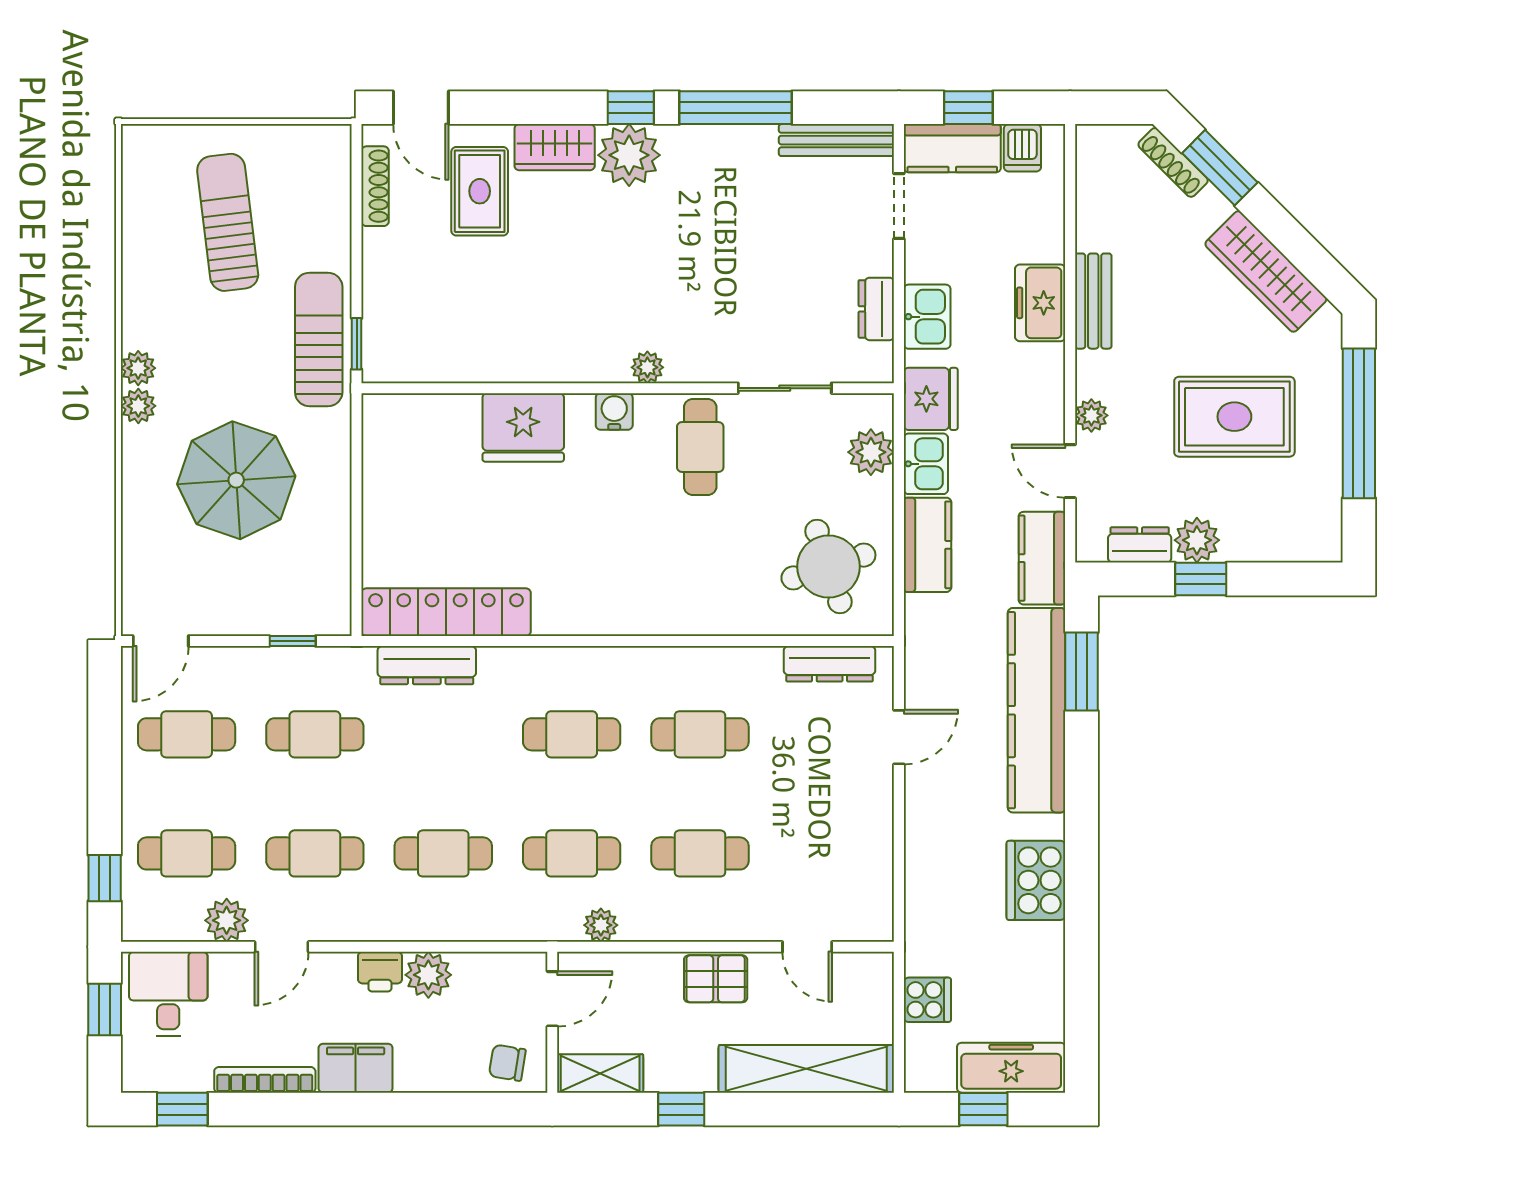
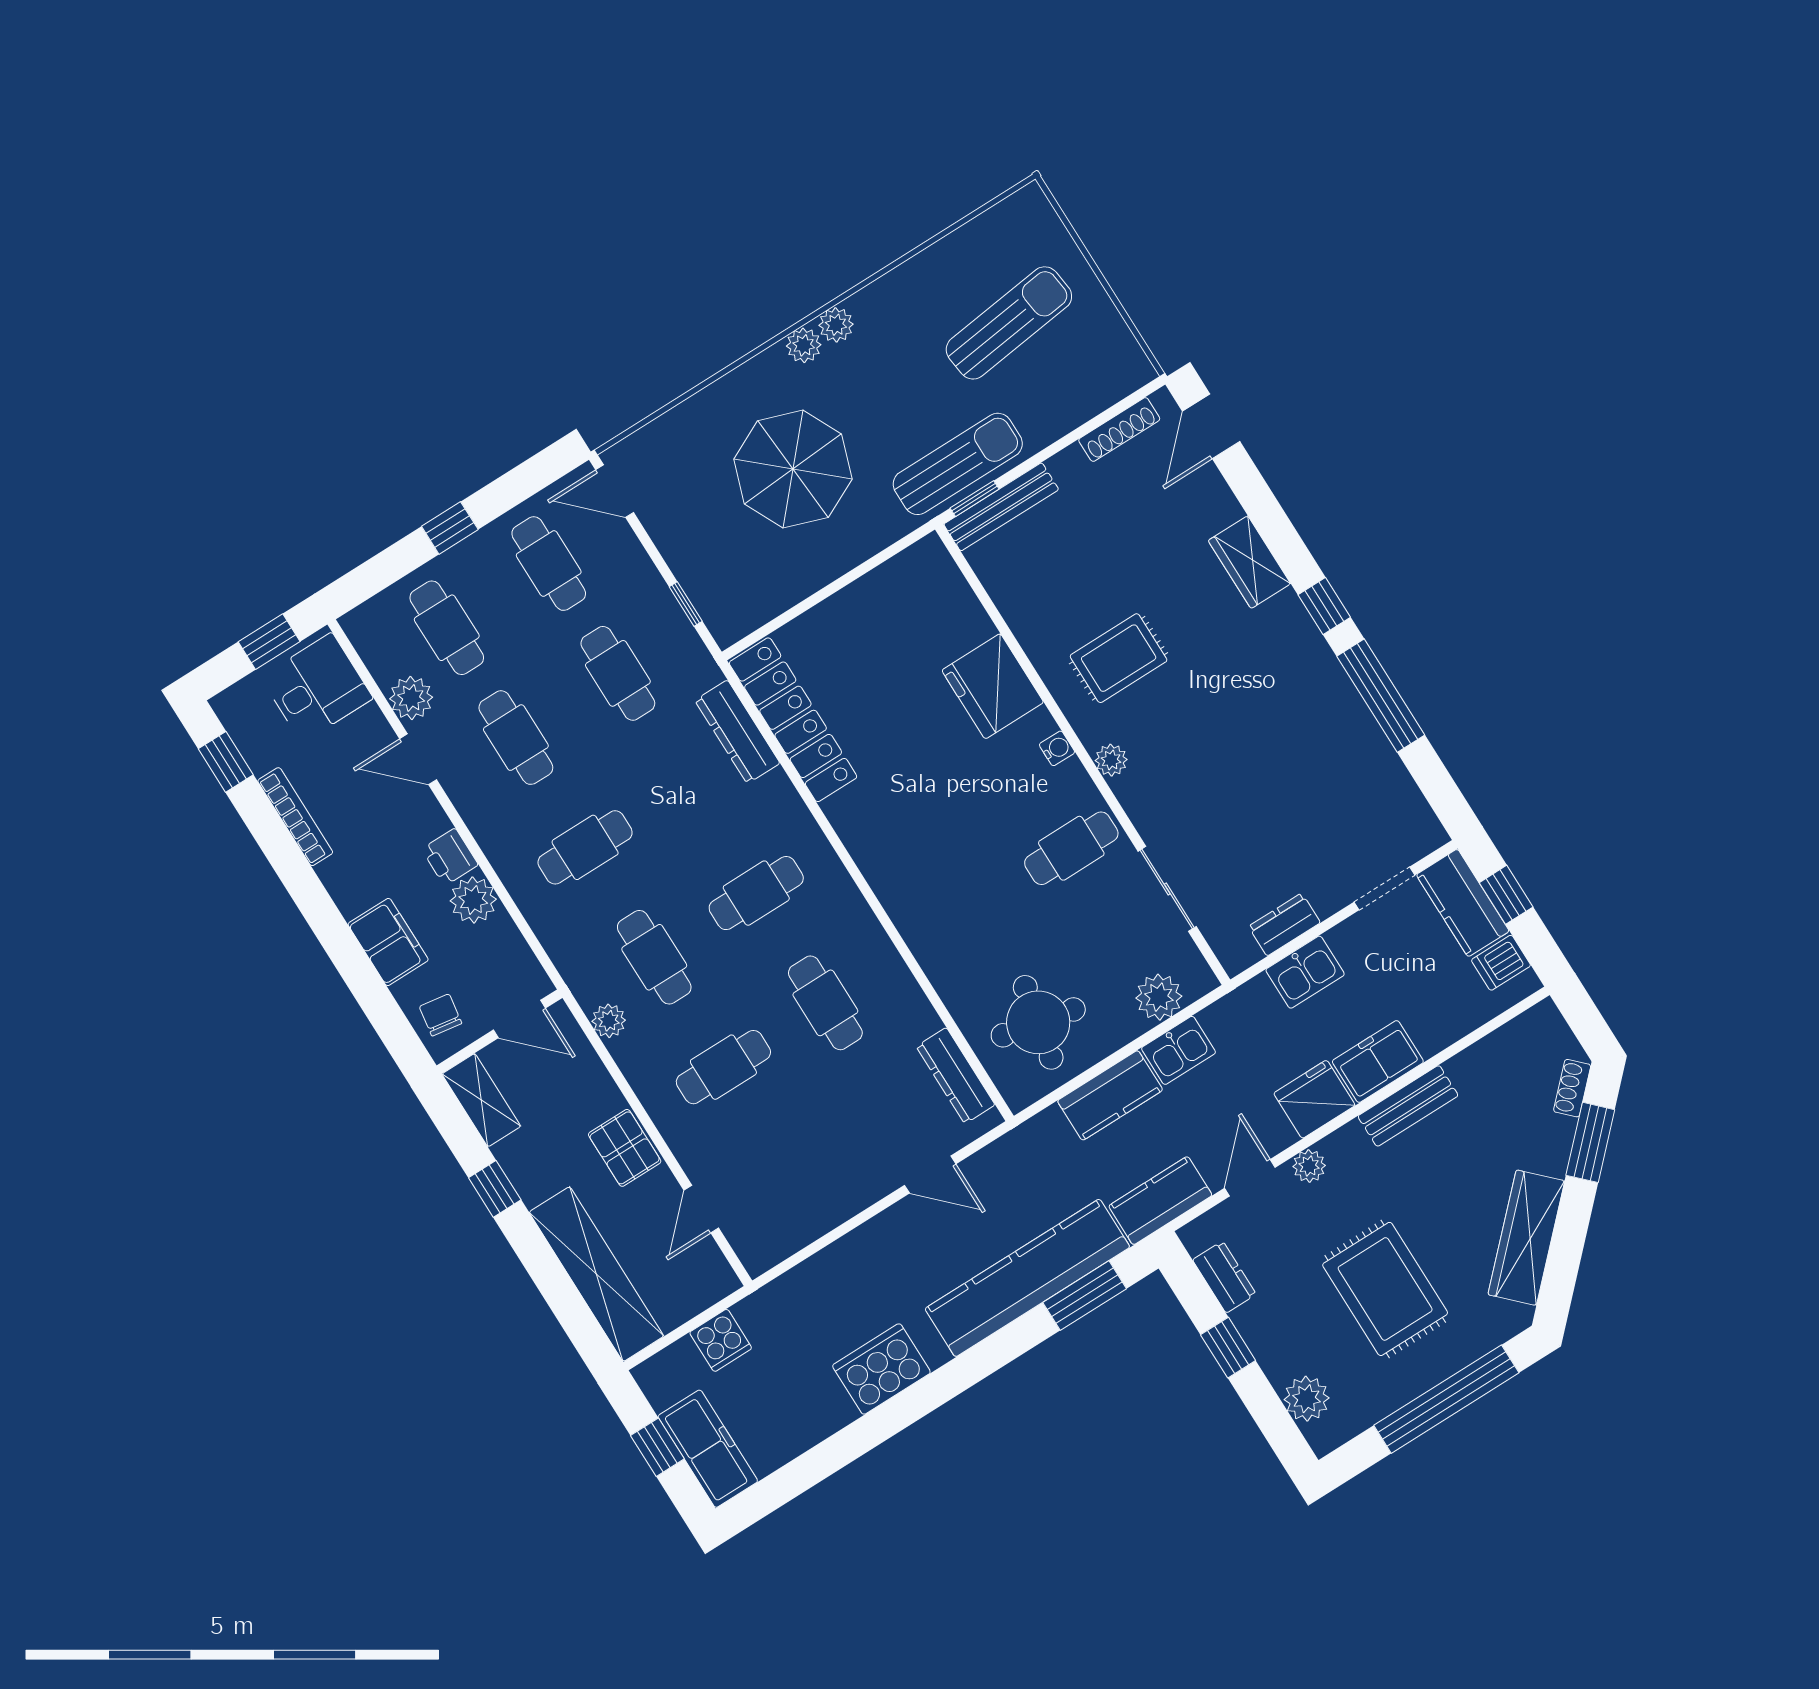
bench: (836, 140) -> (1001, 507), moved, turned 90
plant: (629, 155) -> (1283, 630), removed
shoe rack: (1173, 162) -> (1572, 1088), width x0.70
rug: (480, 191) -> (1119, 658), moved
fridge: (931, 399) -> (1314, 1099), moved, turned 180
water cooler: (614, 411) -> (1057, 748), width x0.72, depth x0.72
plant: (1197, 540) -> (1307, 1399), moved
round table: (828, 567) -> (1038, 1022), turned 30
cafe table: (572, 734) -> (756, 893), turned 90
cafe table: (443, 853) -> (585, 847), turned 90
cafe table: (700, 853) -> (723, 1067), turned 90
window: (105, 878) -> (450, 528), moved
filing cabinet: (356, 1068) -> (388, 942), moved

